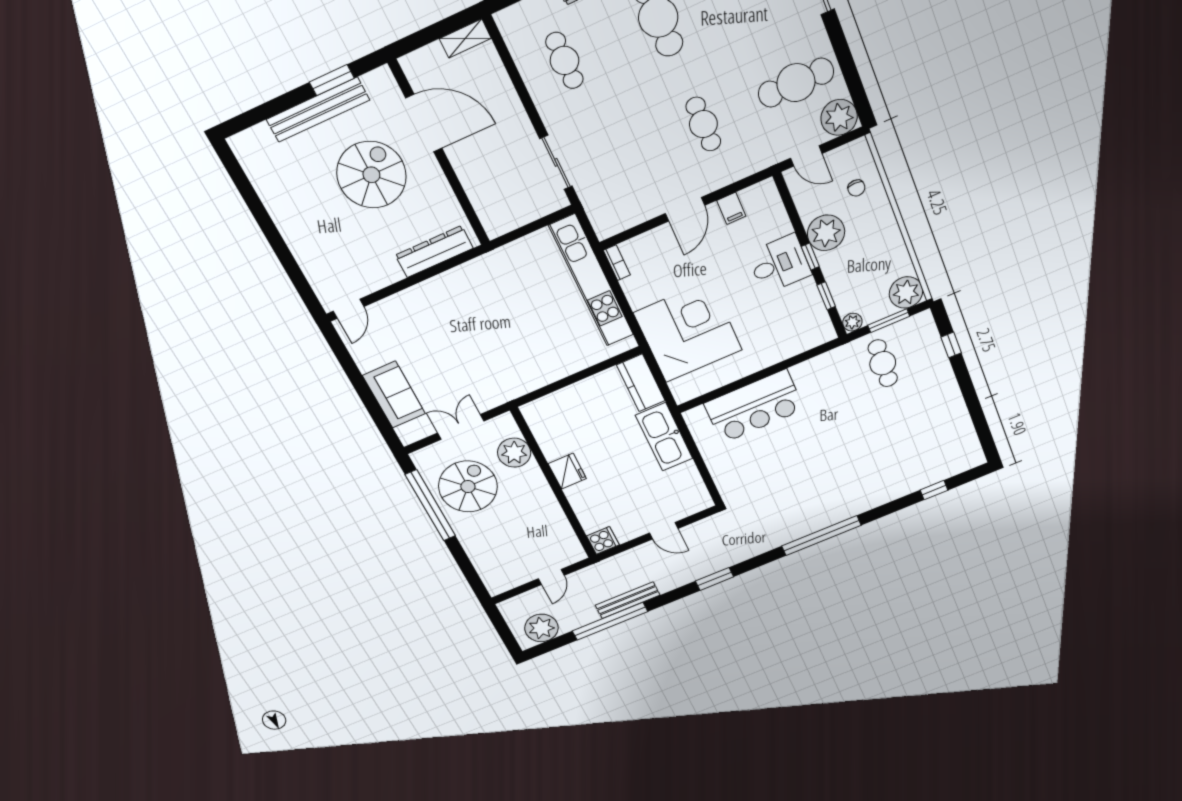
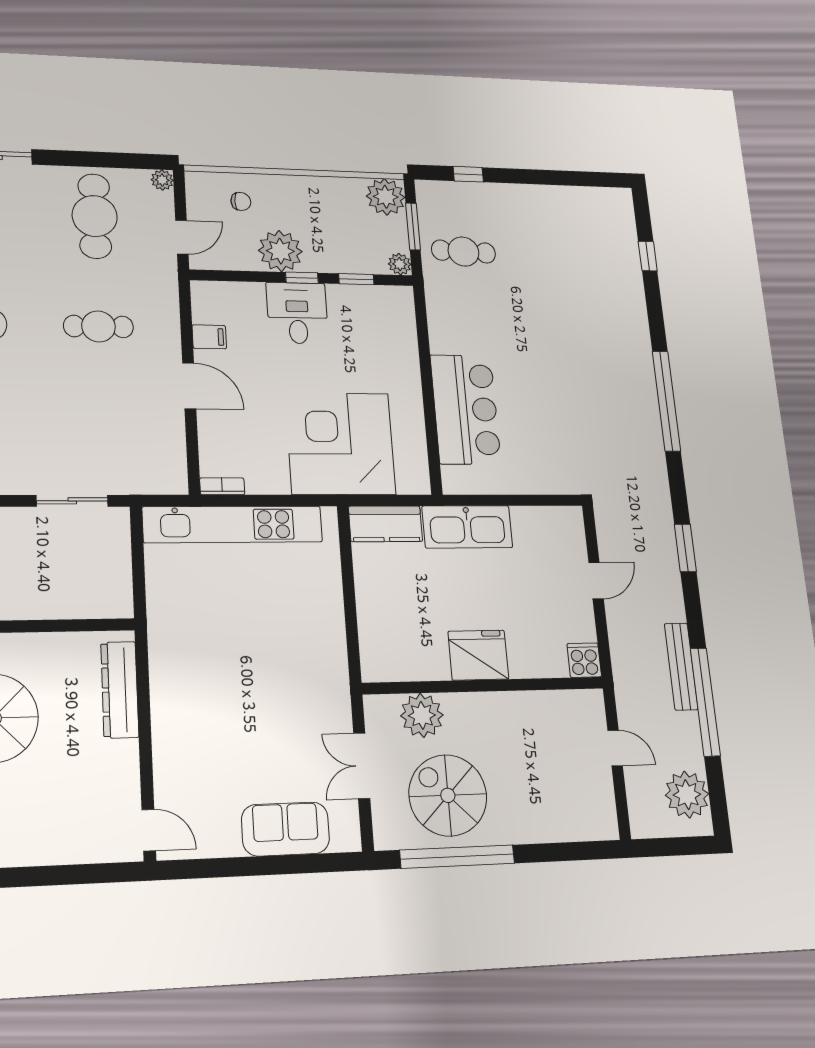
plant: (839, 117) -> (162, 180), width x0.53, depth x0.53
fridge: (567, 471) -> (478, 655), width x1.36, depth x1.34

